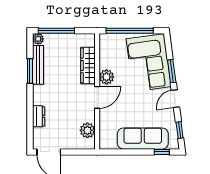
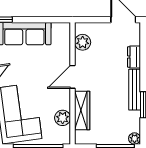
bench: (38, 65) -> (135, 90), moved
plant: (106, 77) -> (63, 118), moved

